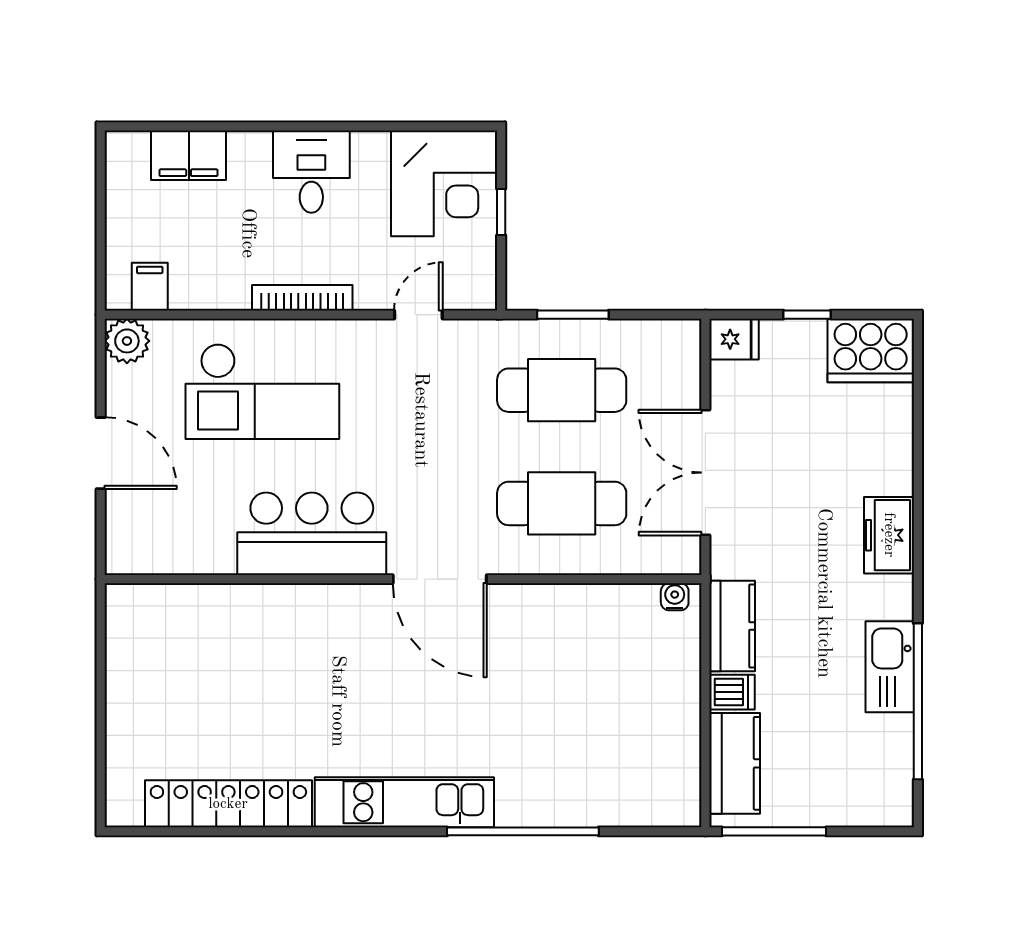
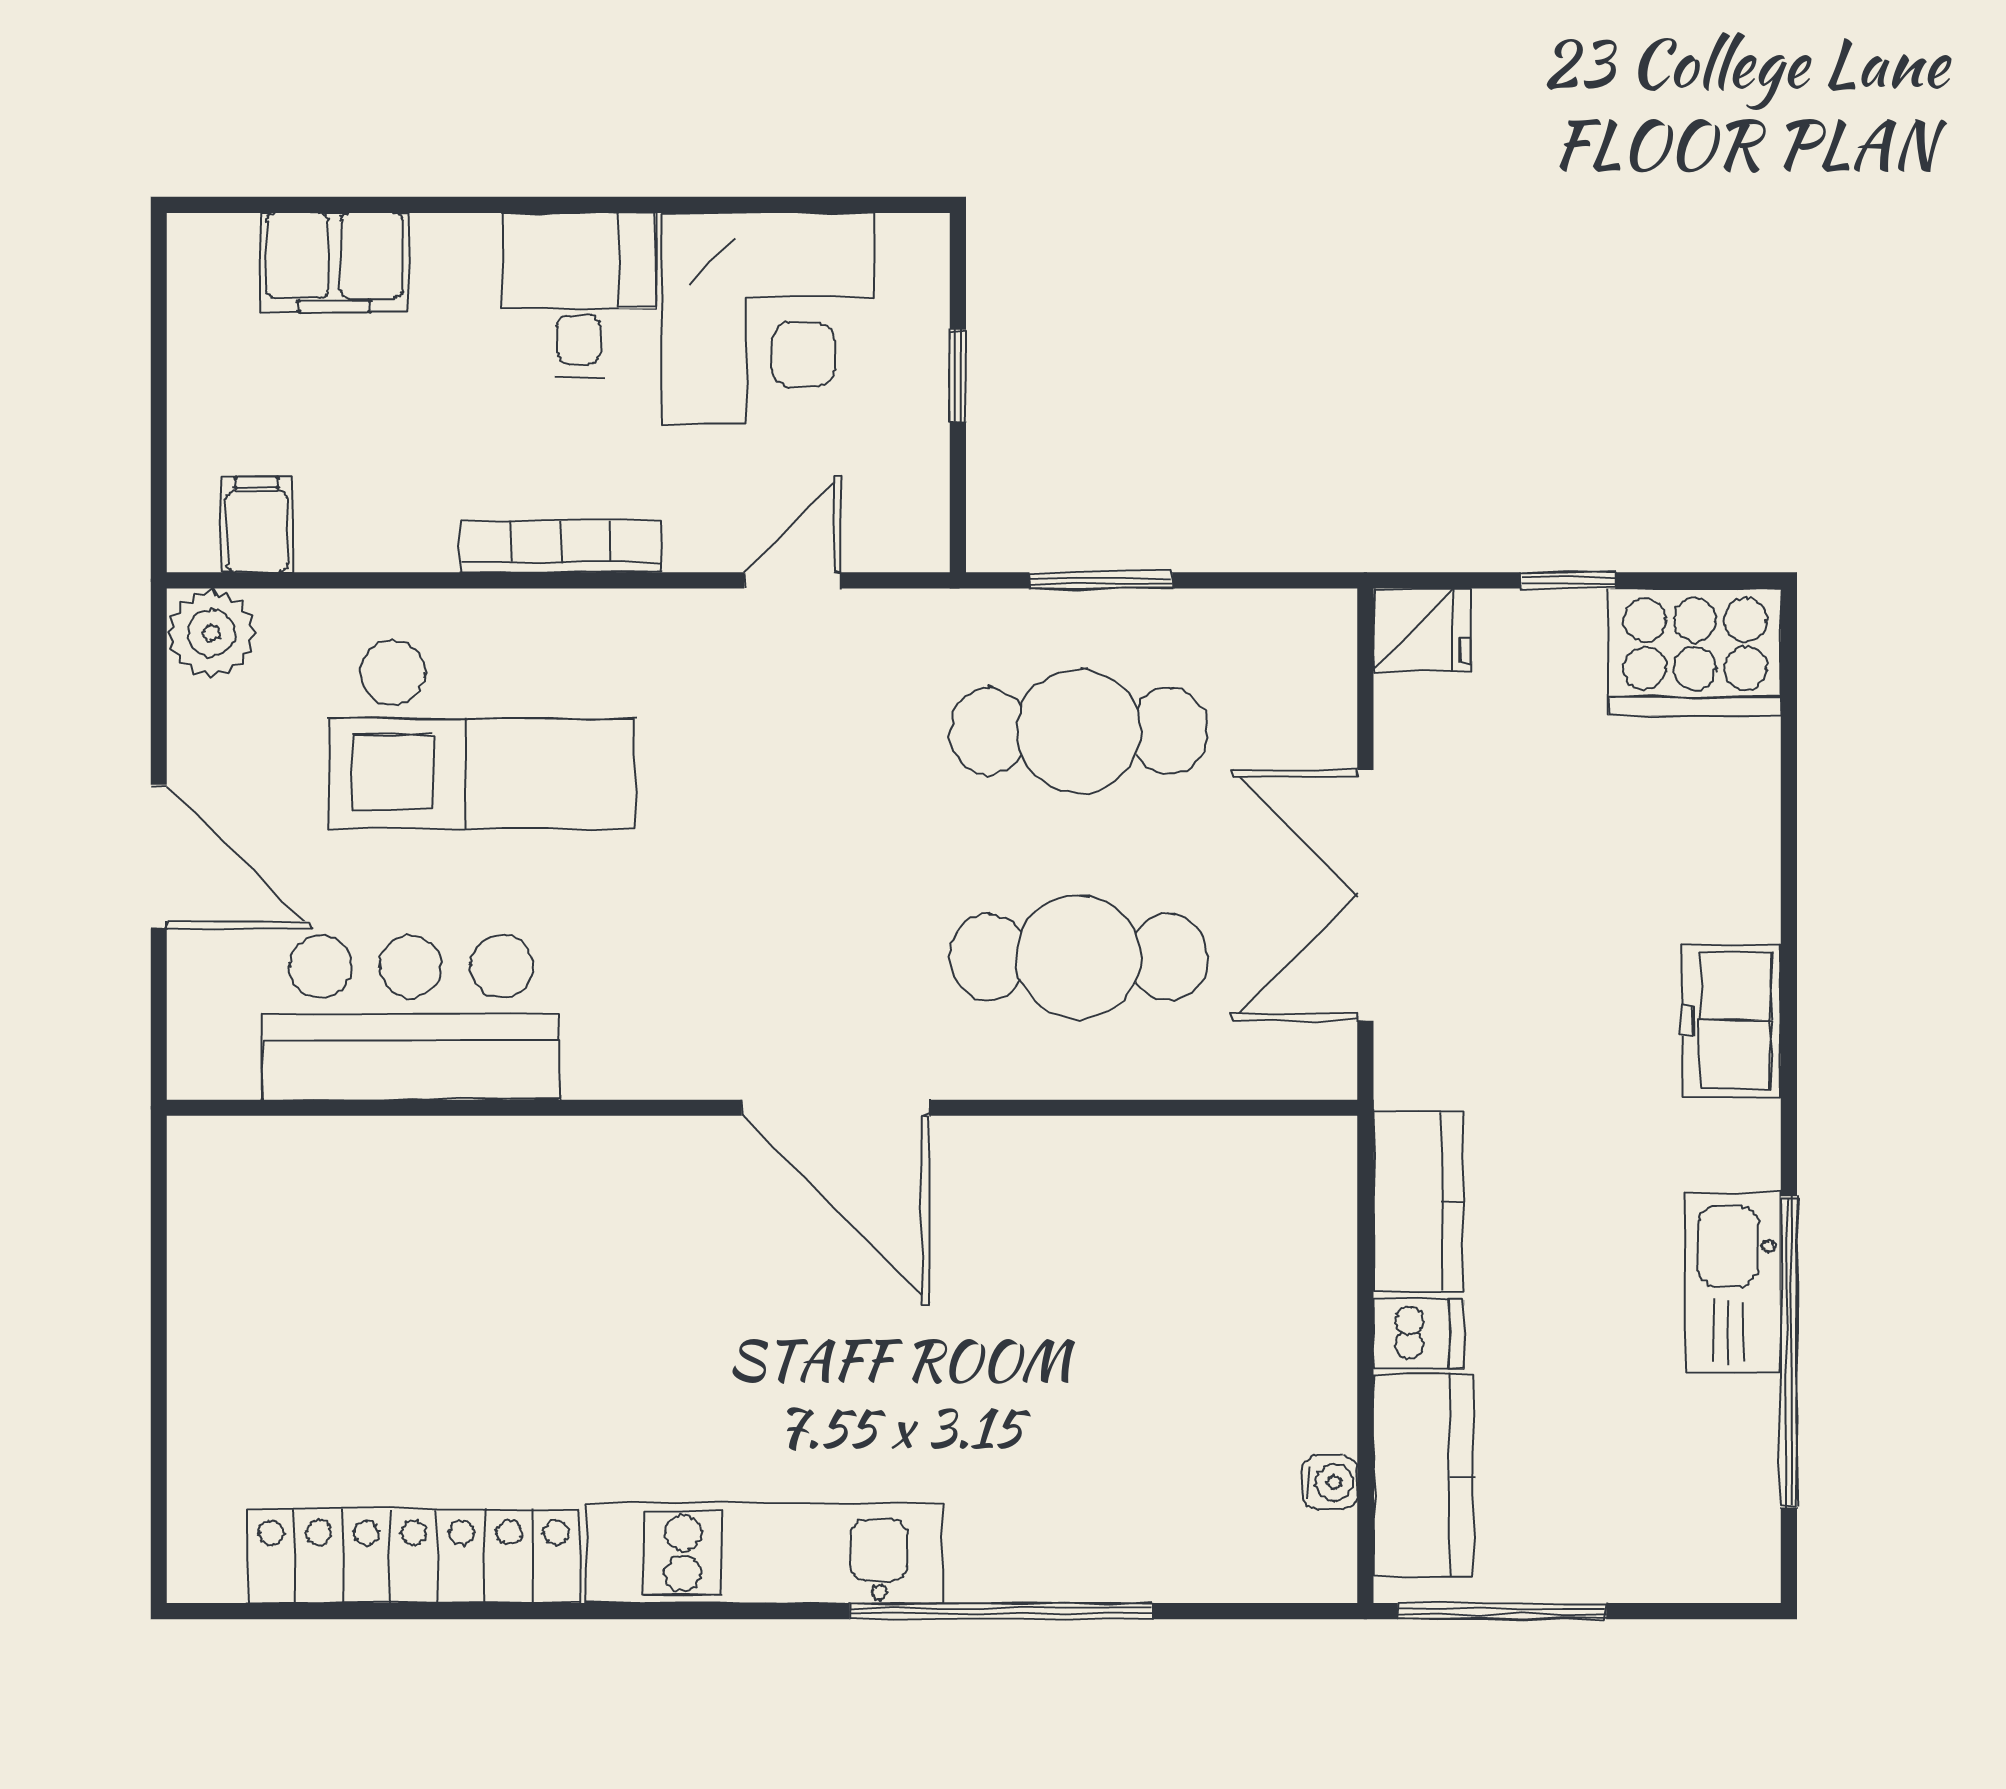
corner desk: (444, 183) -> (768, 319), moved
bar counter: (312, 534) -> (411, 1017), moved
water cooler: (675, 597) -> (1330, 1482), moved, turned 90

